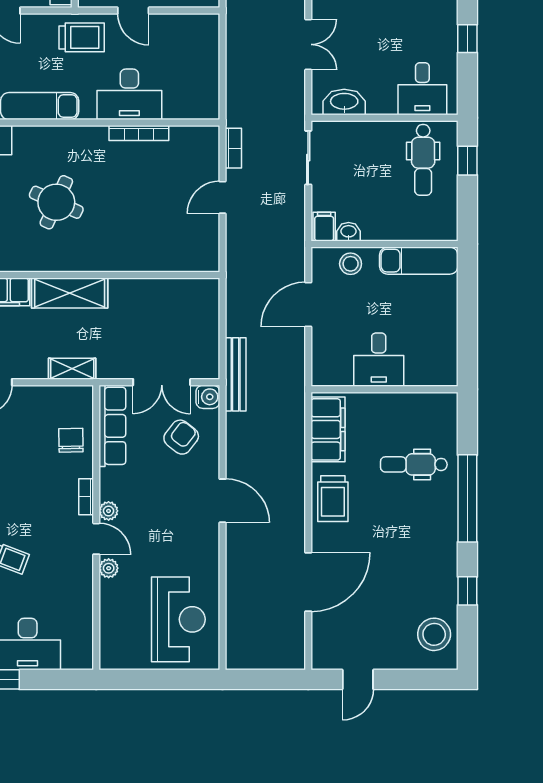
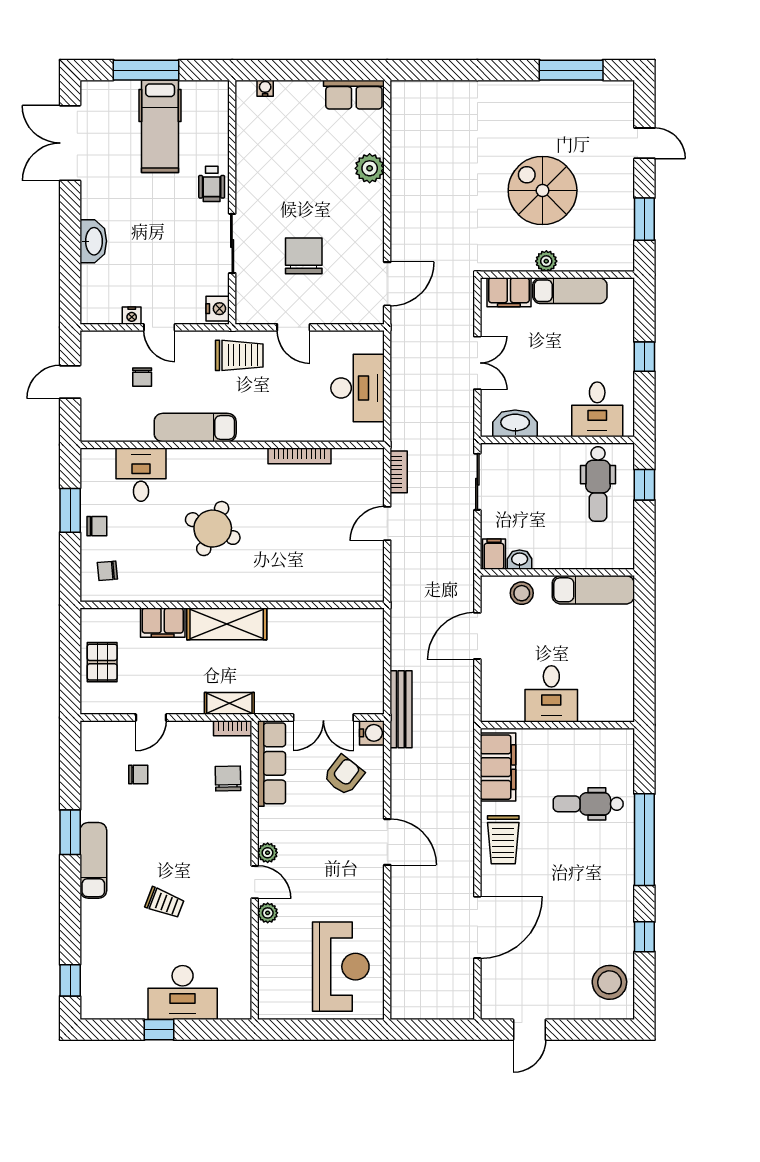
desk: (129, 94) -> (358, 388), moved, turned -90
bookcase: (86, 497) -> (233, 728), moved, turned -90

